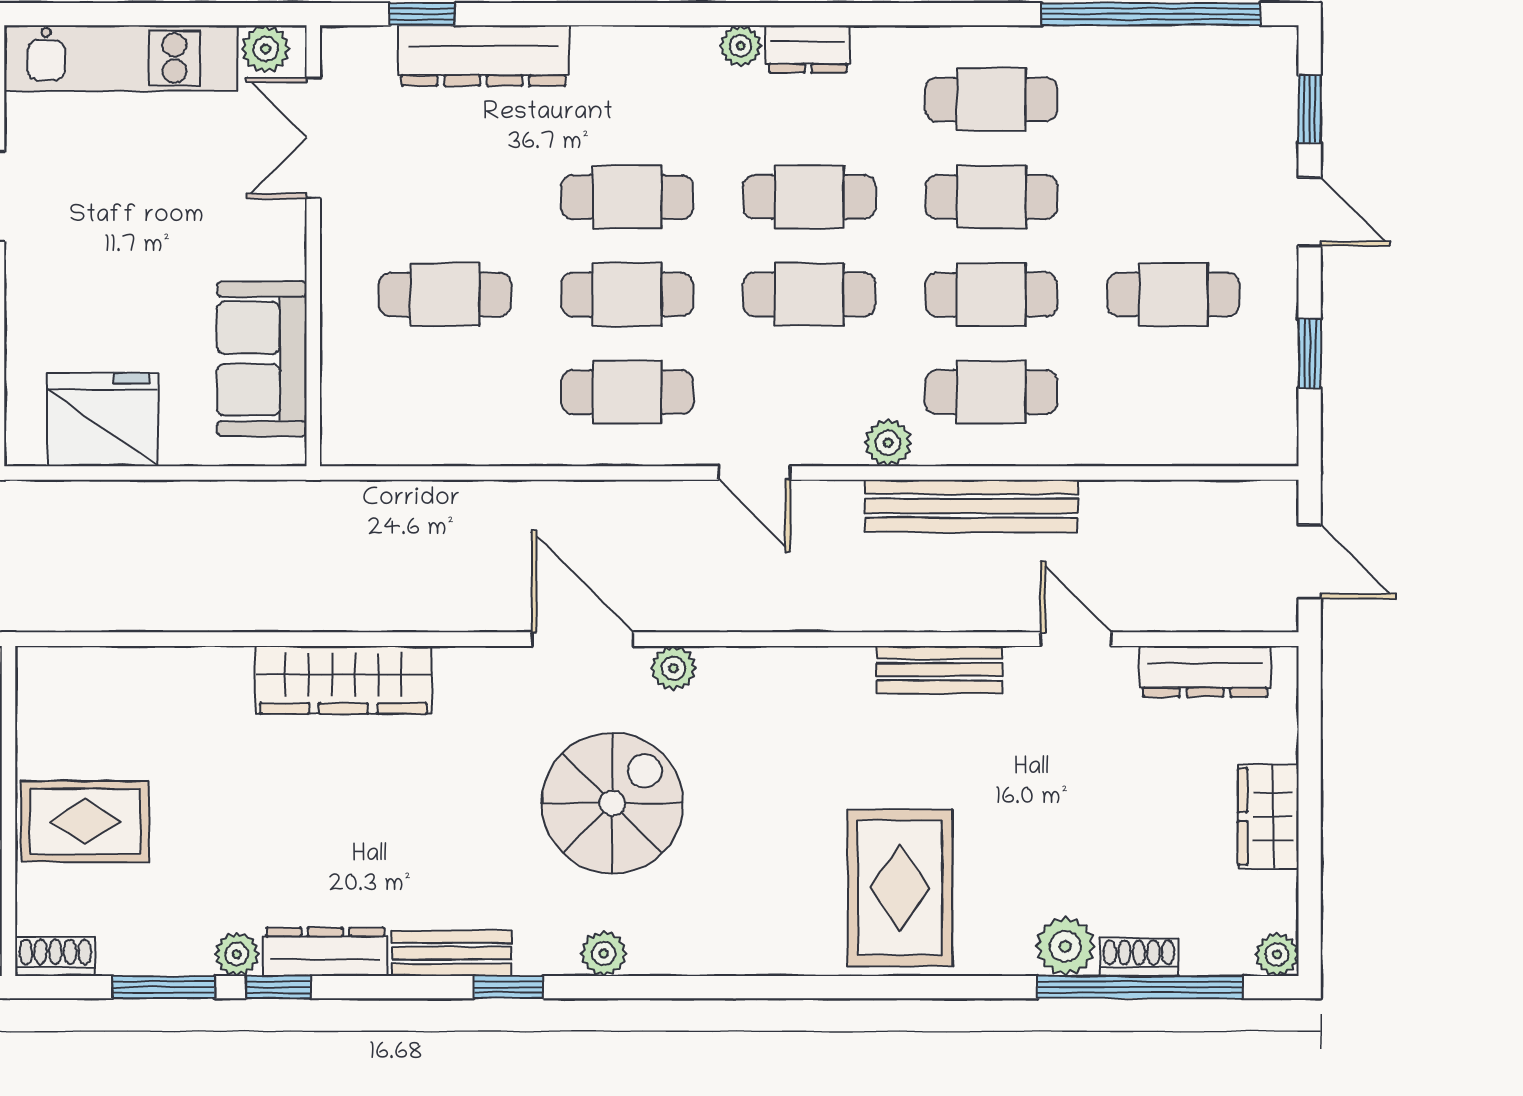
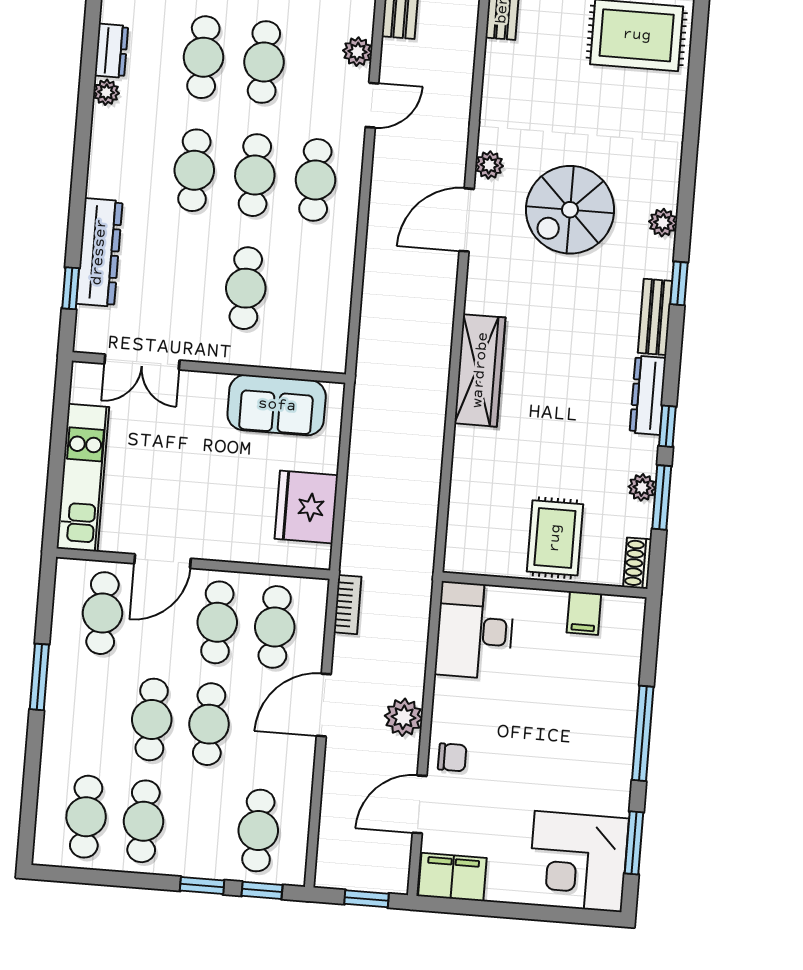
plant: (266, 49) -> (84, 387), removed
plant: (888, 443) -> (357, 52), moved
spiral stairs: (612, 803) -> (570, 210), turned -90
plant: (237, 954) -> (642, 487), moved

